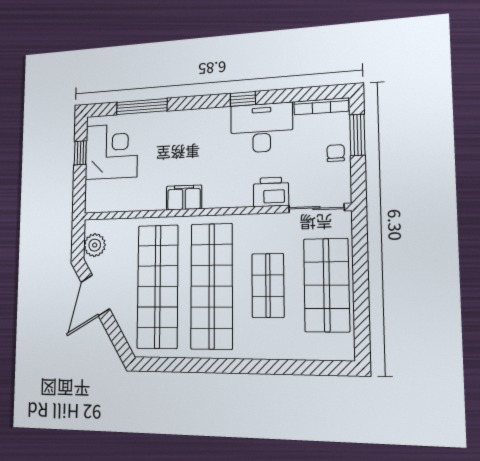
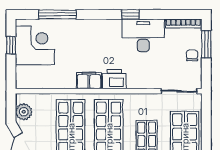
printer: (271, 192) -> (114, 79), moved

